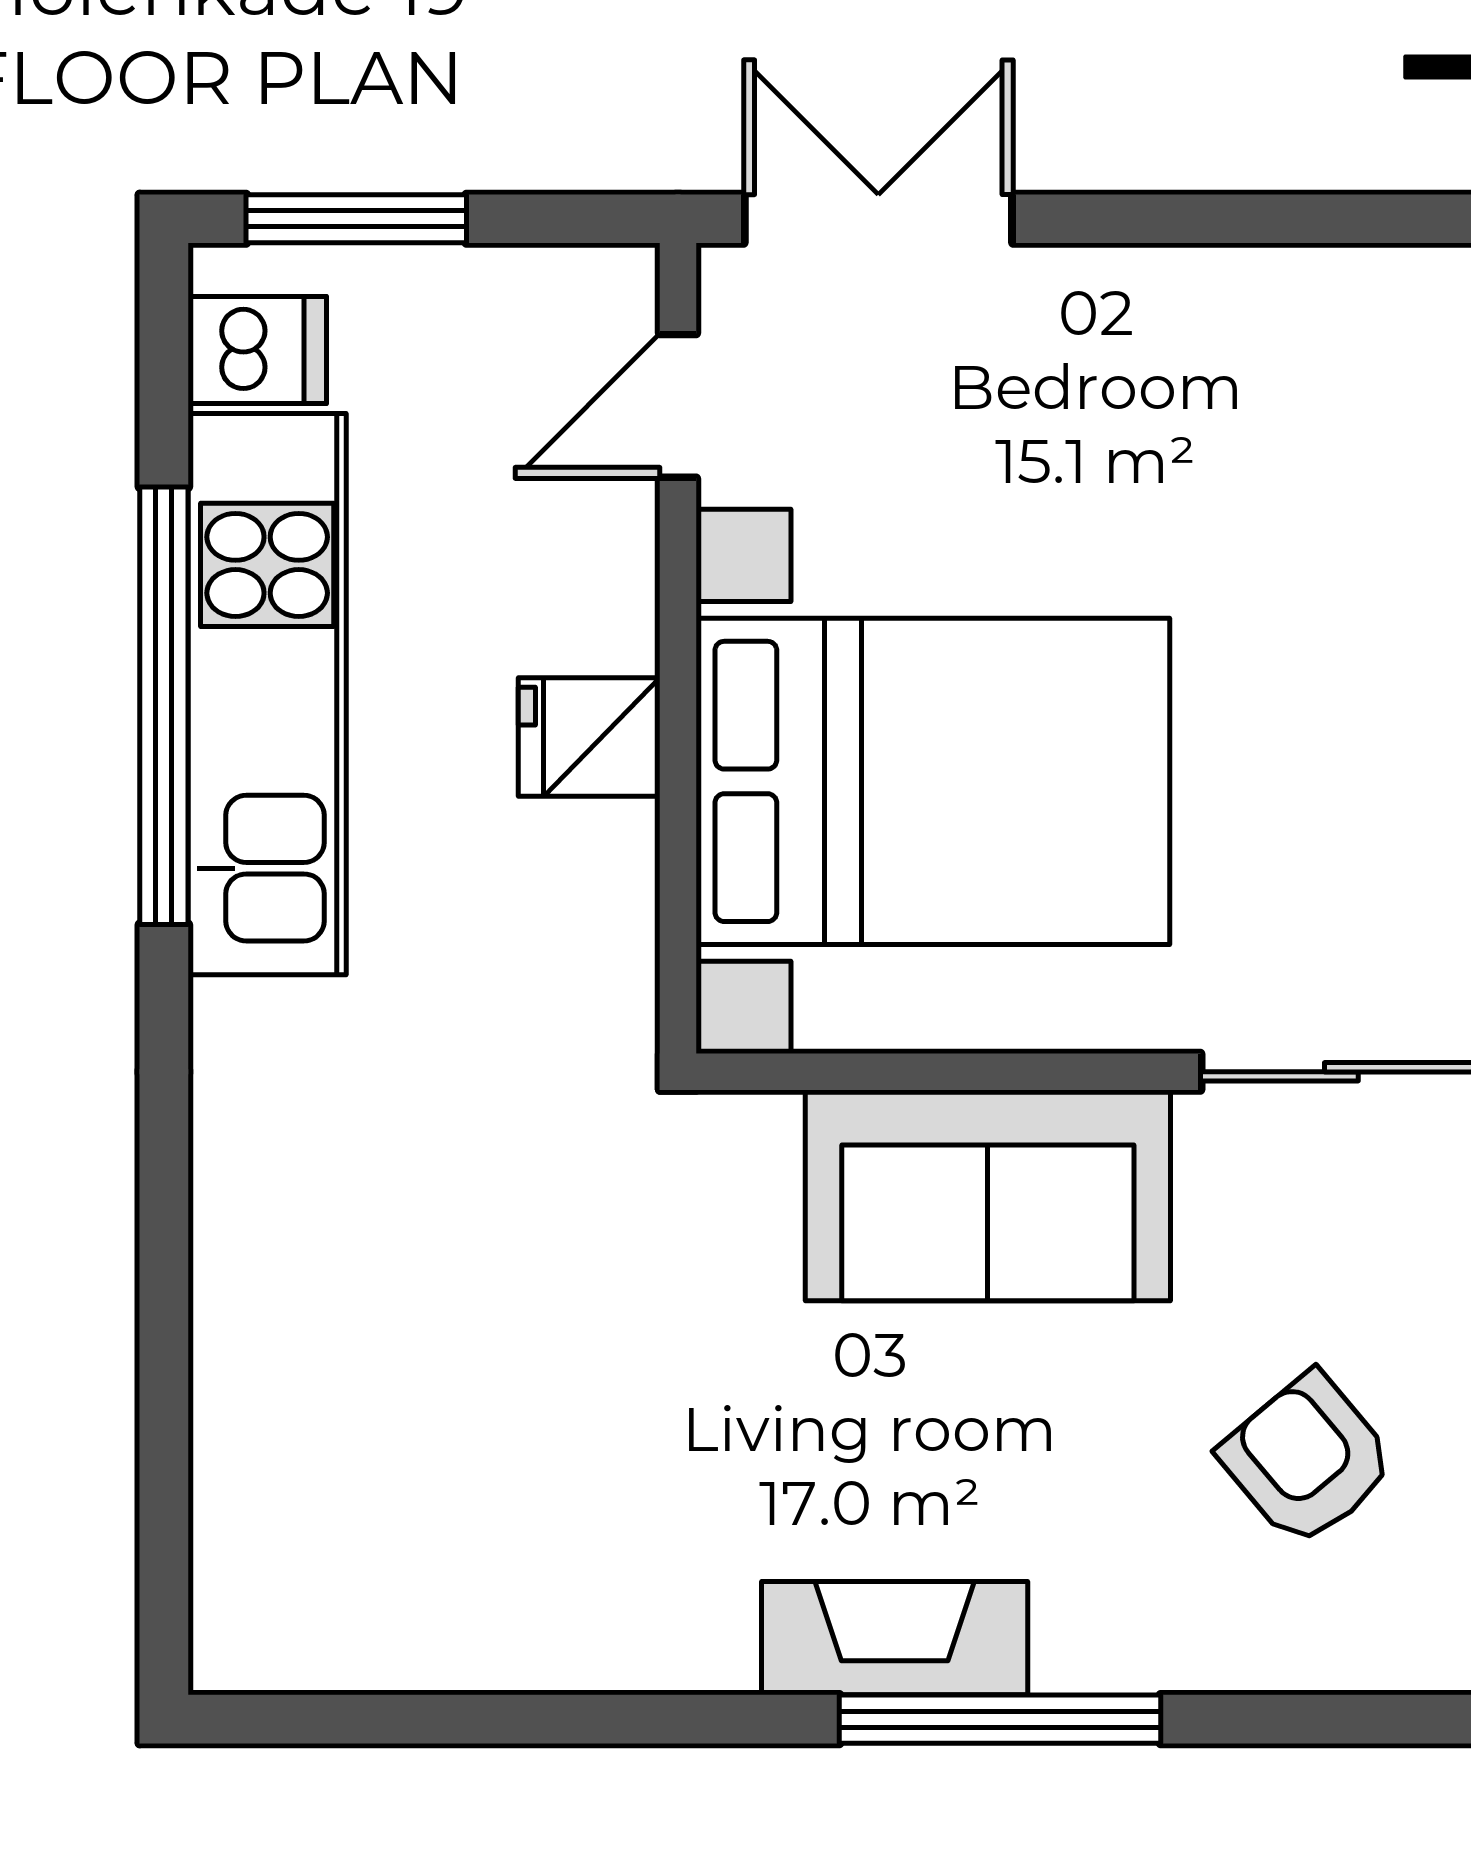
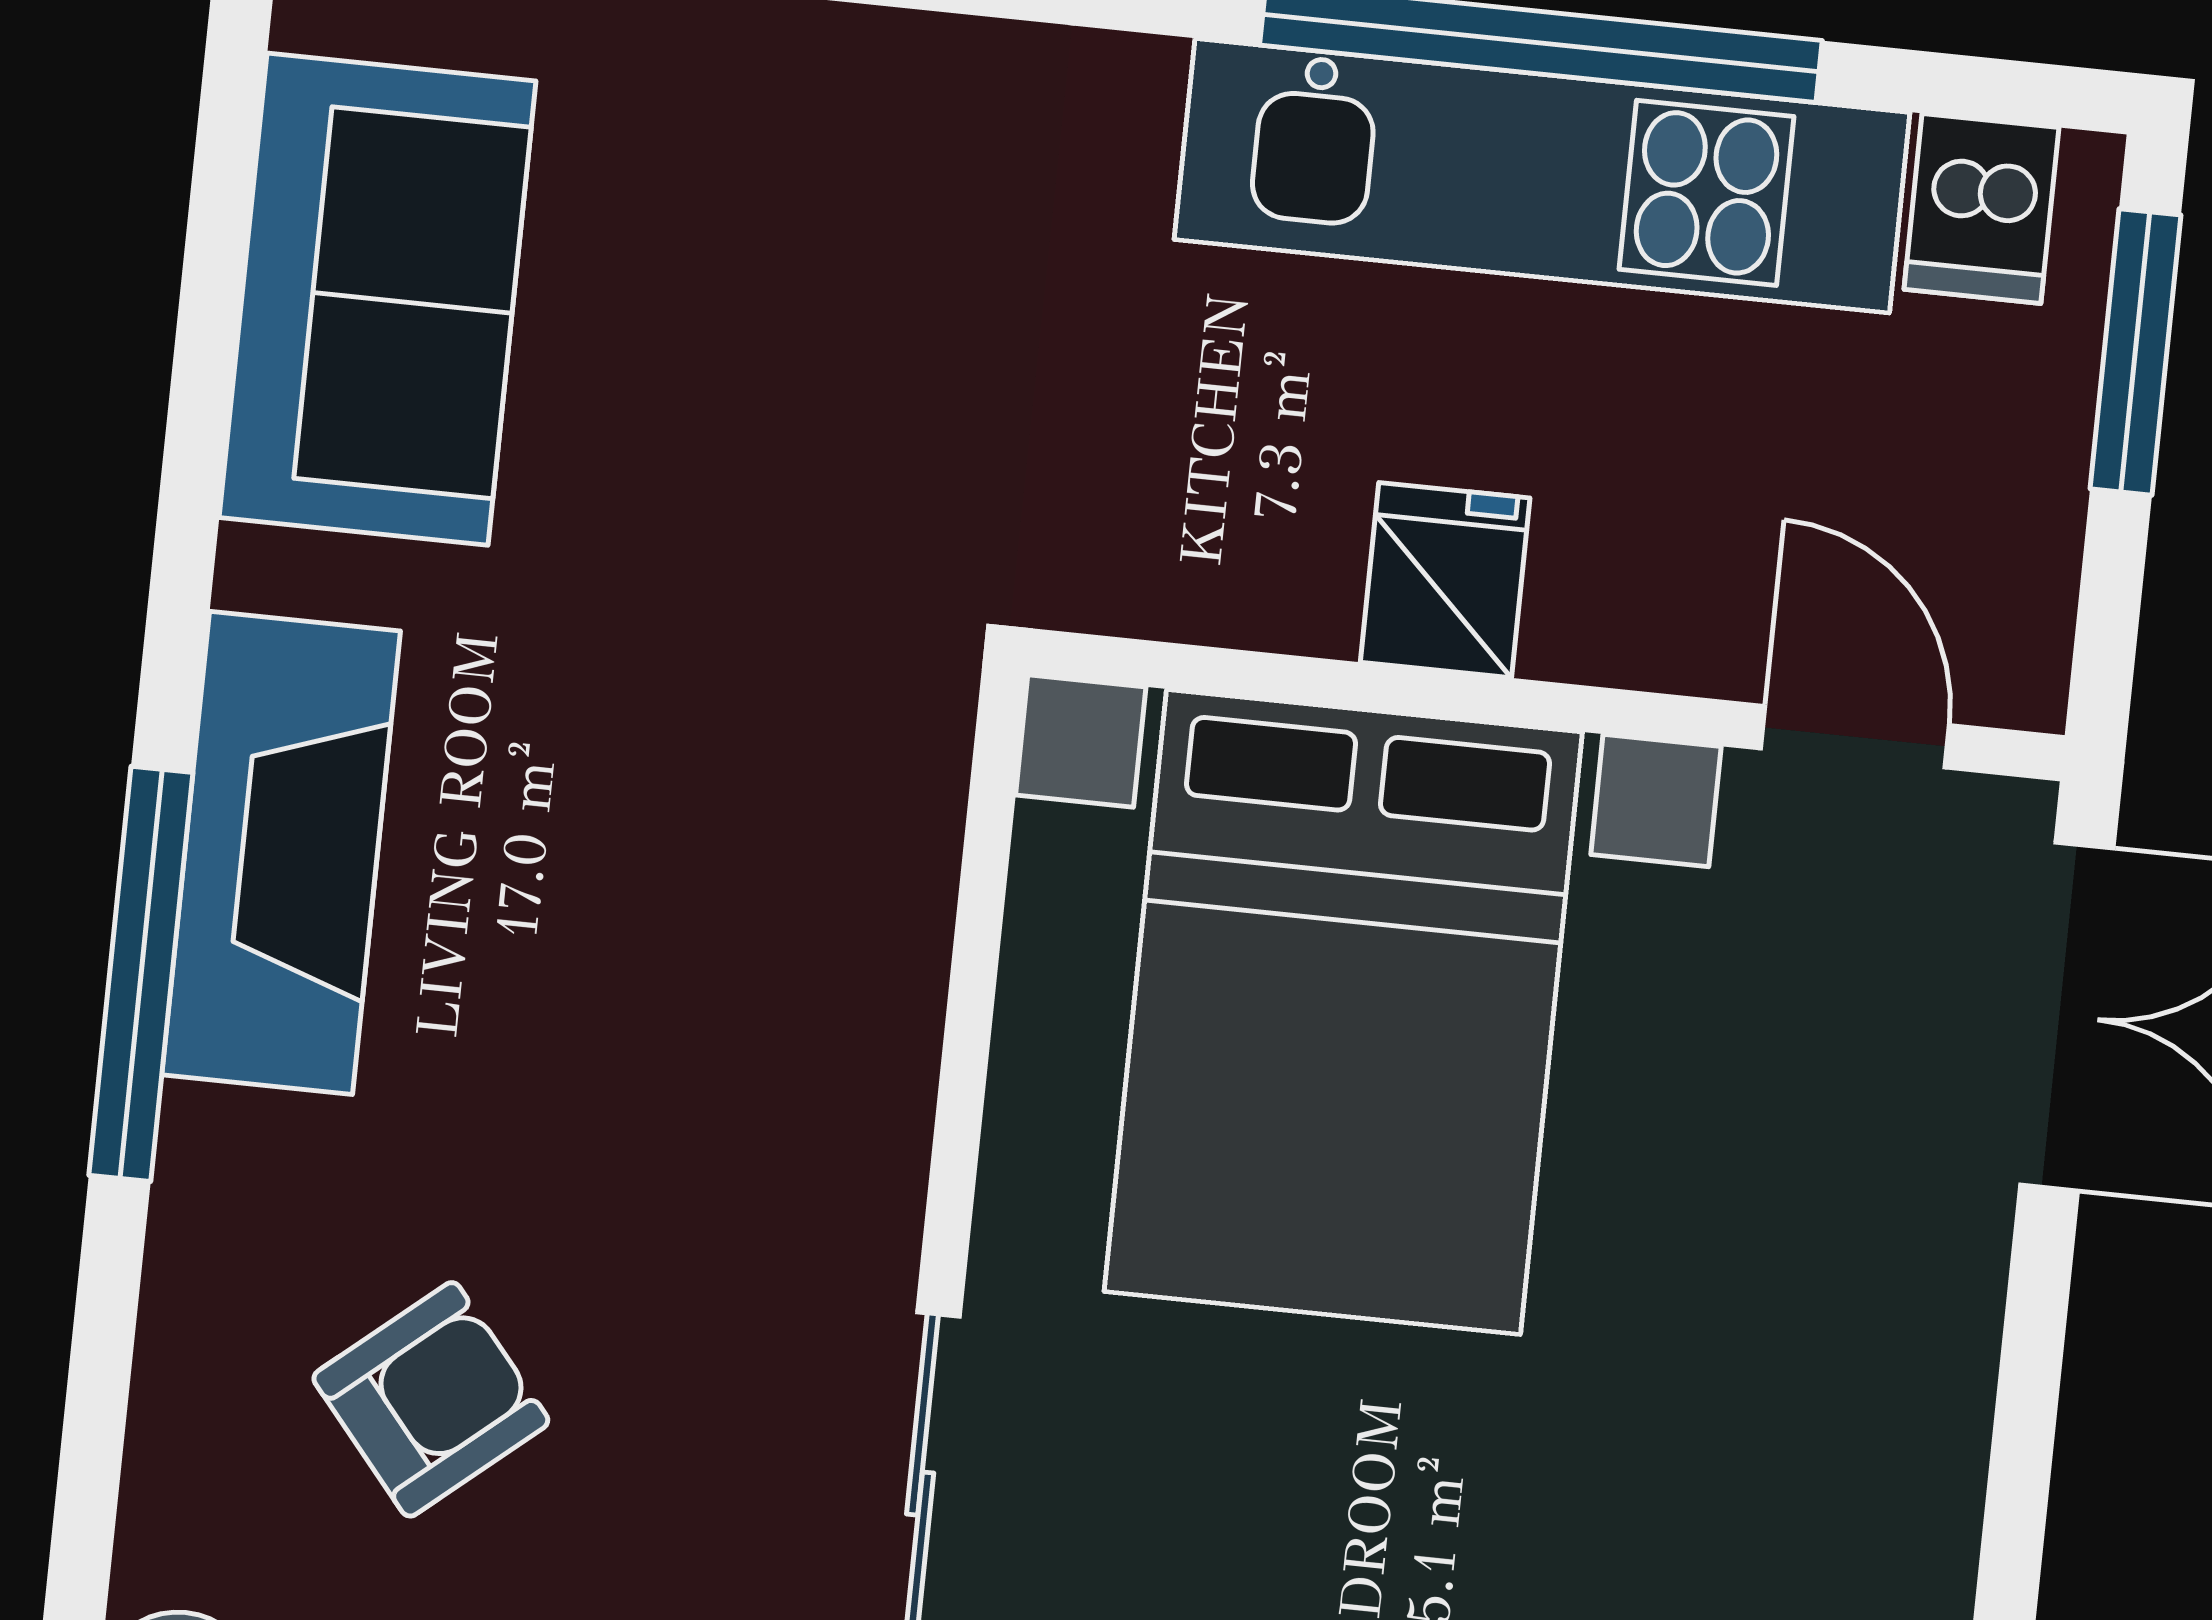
sofa: (988, 1195) -> (378, 299), moved, turned 180
fireplace: (895, 1638) -> (281, 853), width x1.37, depth x1.32

